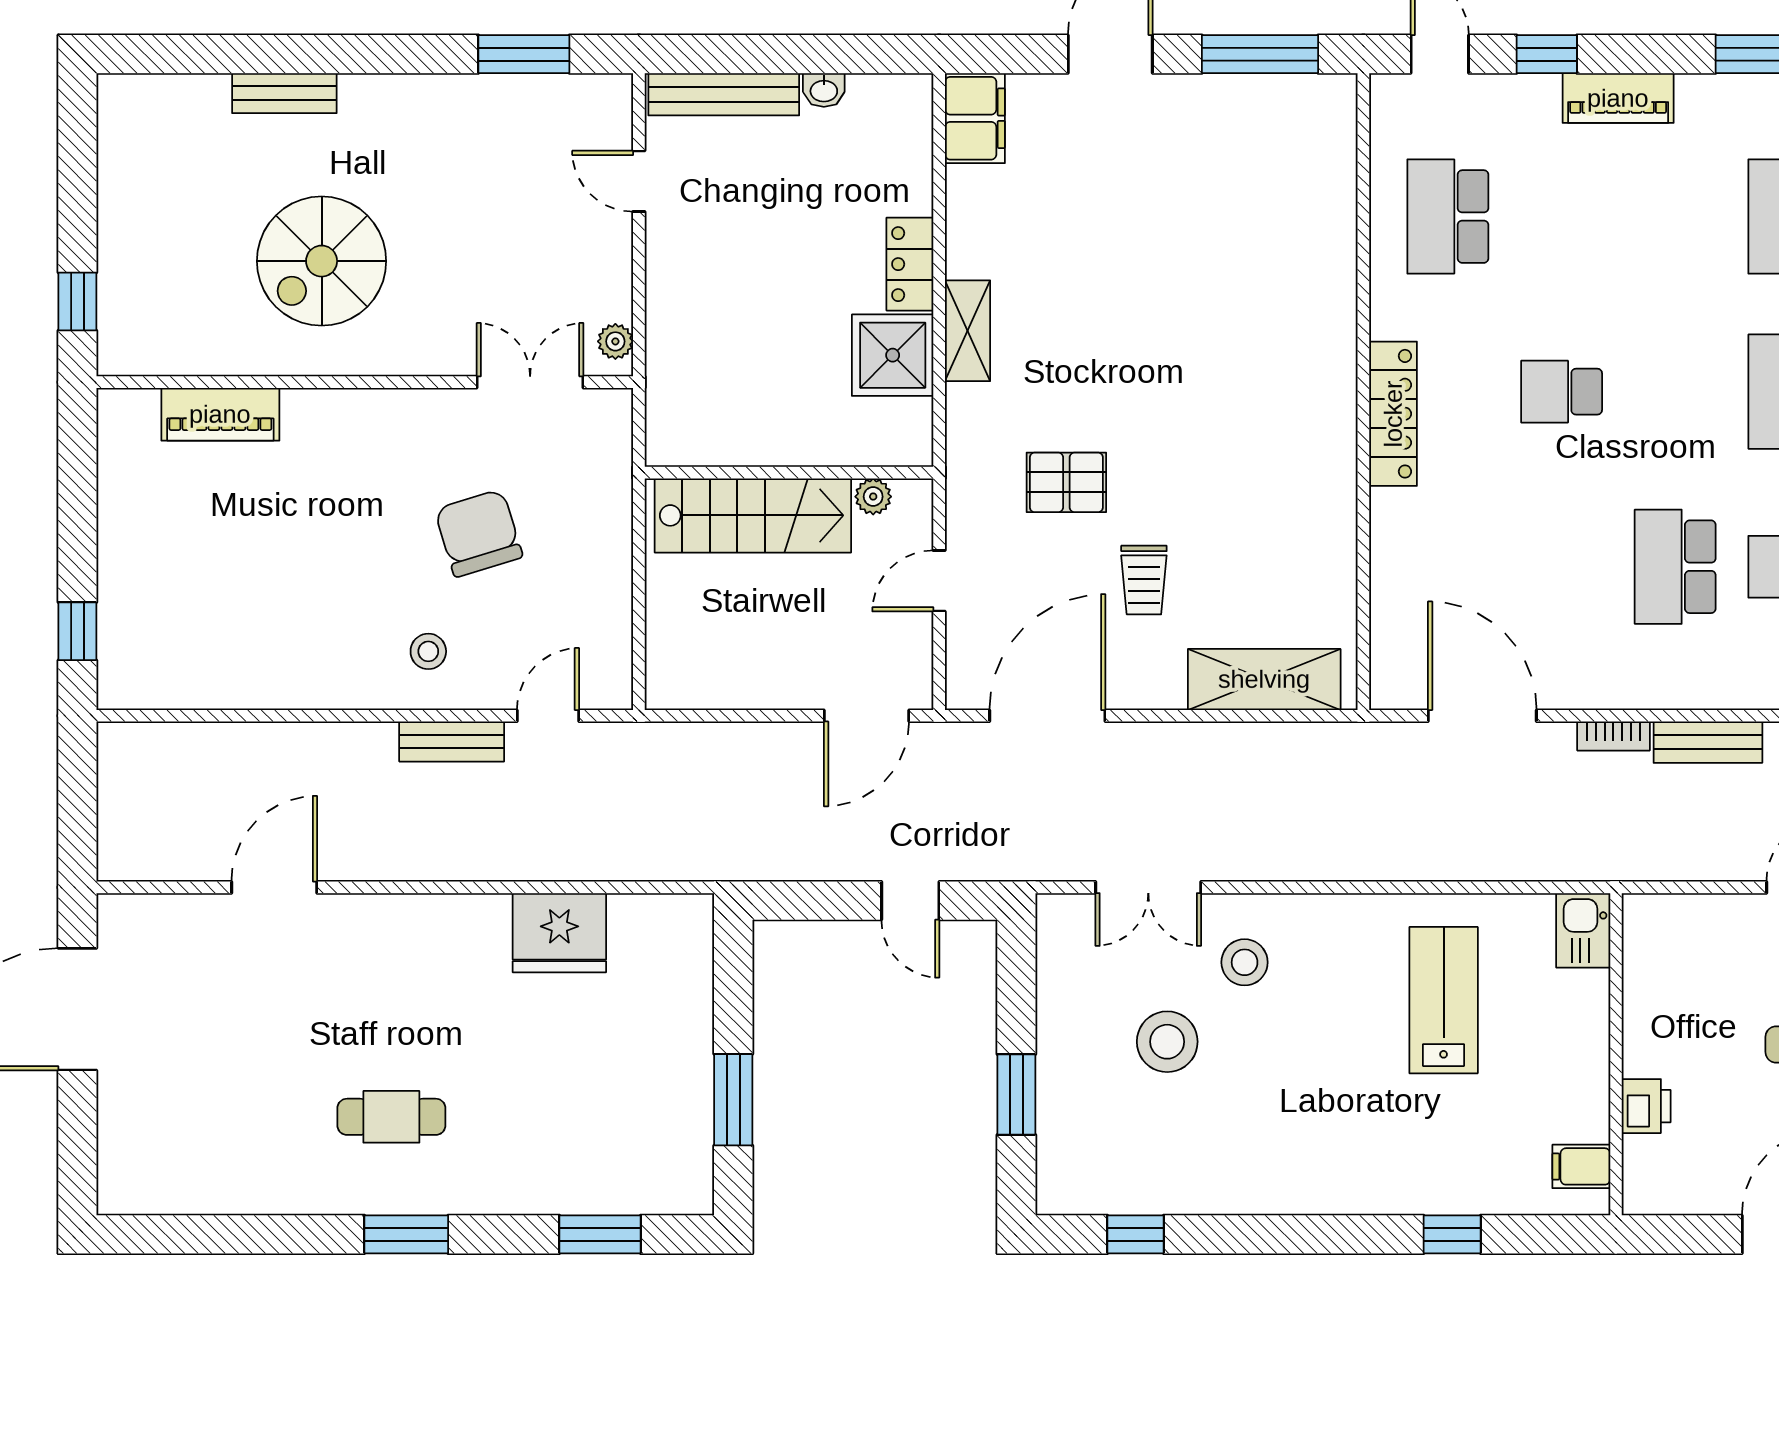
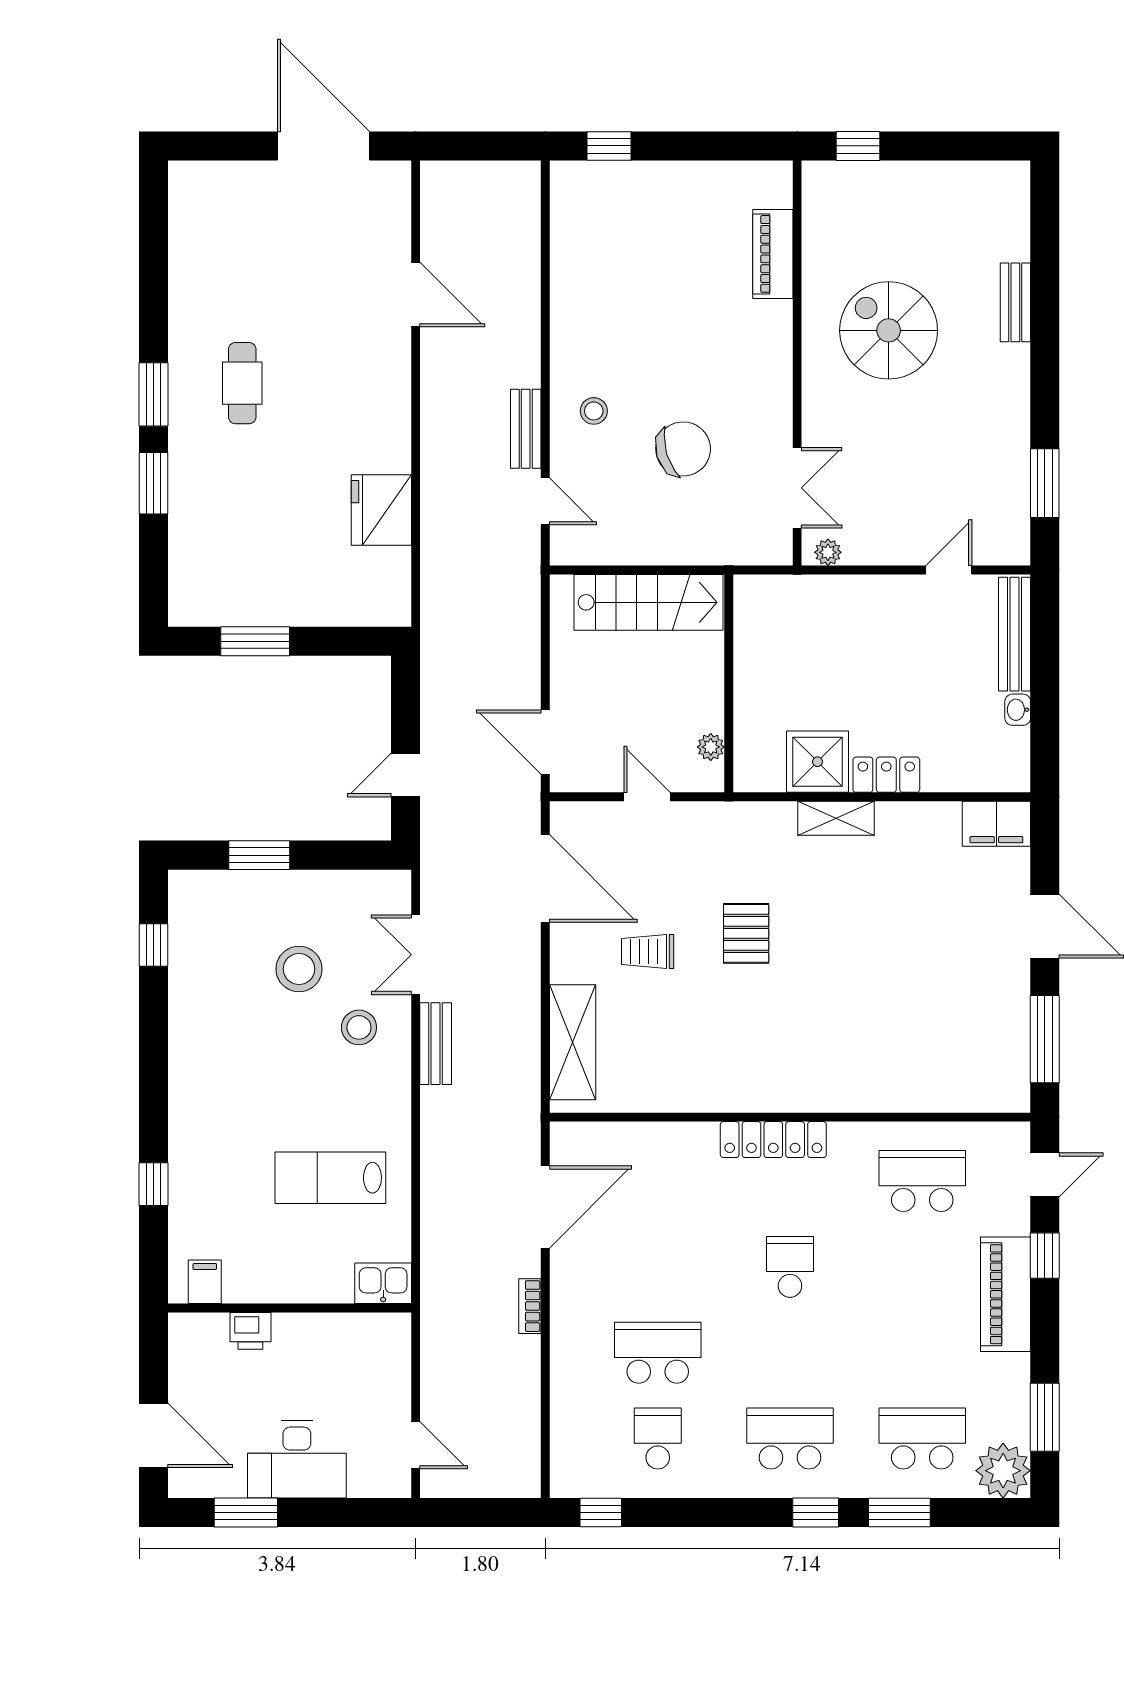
piano: (1618, 98) -> (1006, 1294), width x1.37, depth x1.33
pallet: (1066, 482) -> (746, 933), moved
stairs: (753, 515) -> (648, 602), moved, turned -90
bench: (1708, 742) -> (436, 1044), moved
lab bench: (1444, 1000) -> (330, 1178), turned 180
window: (600, 1234) -> (154, 483), moved

